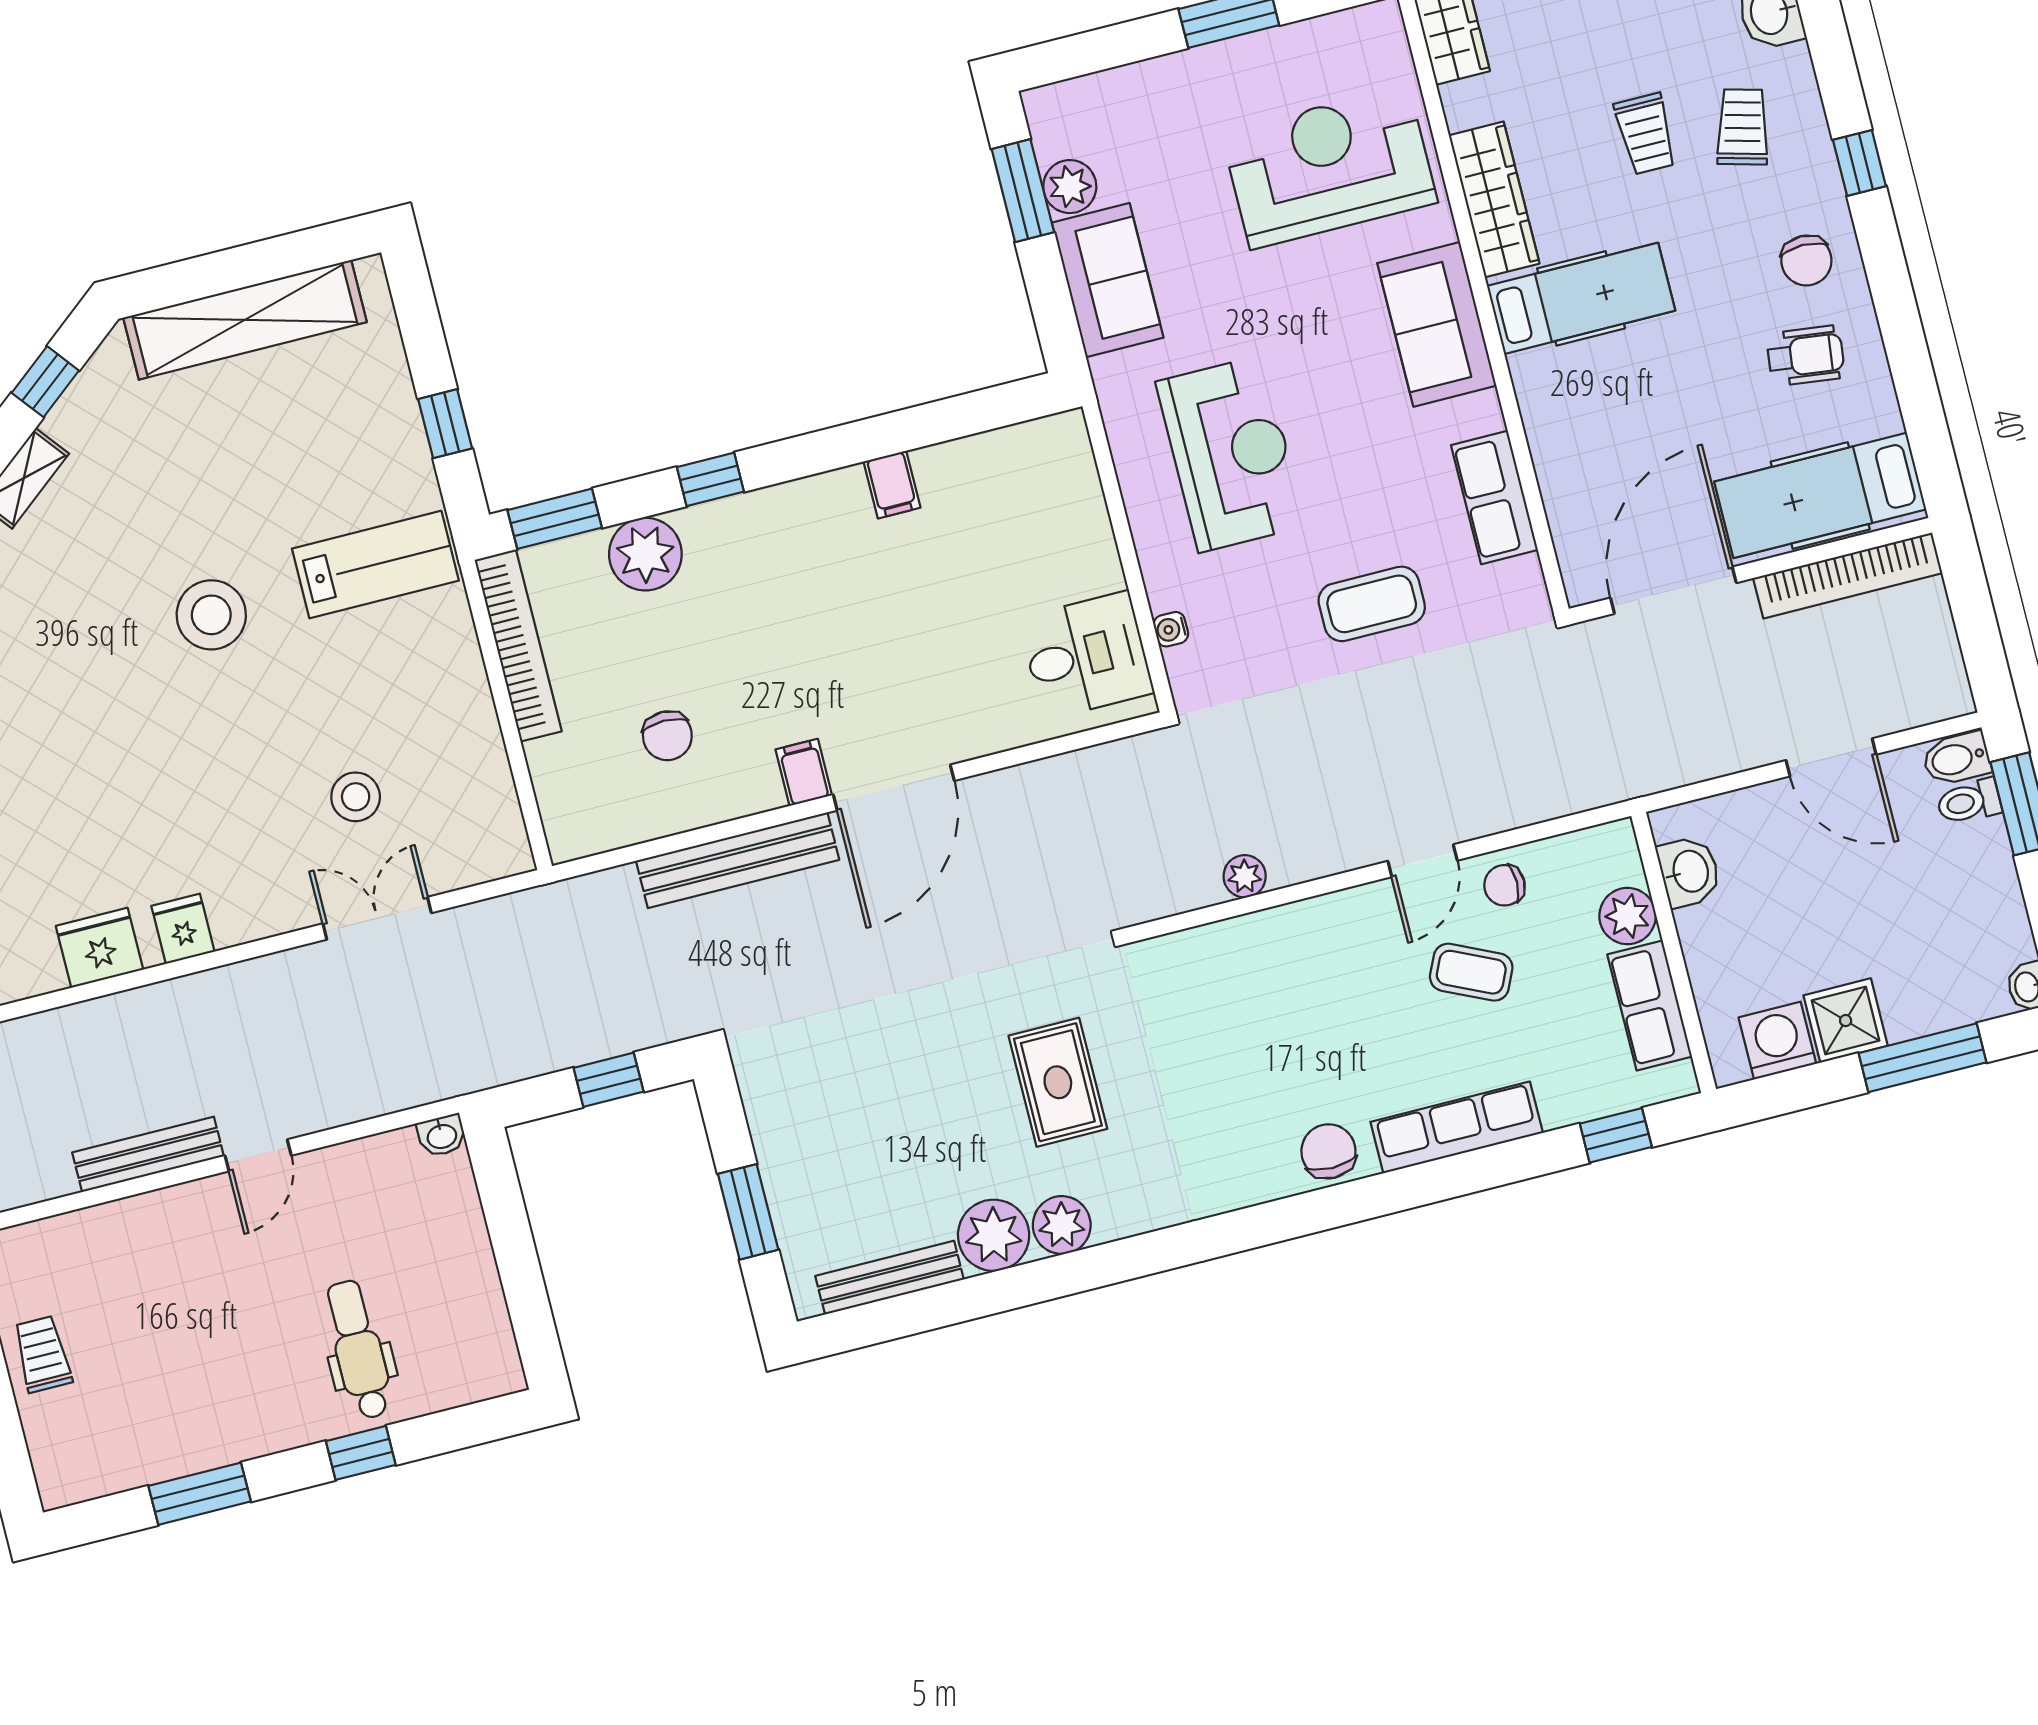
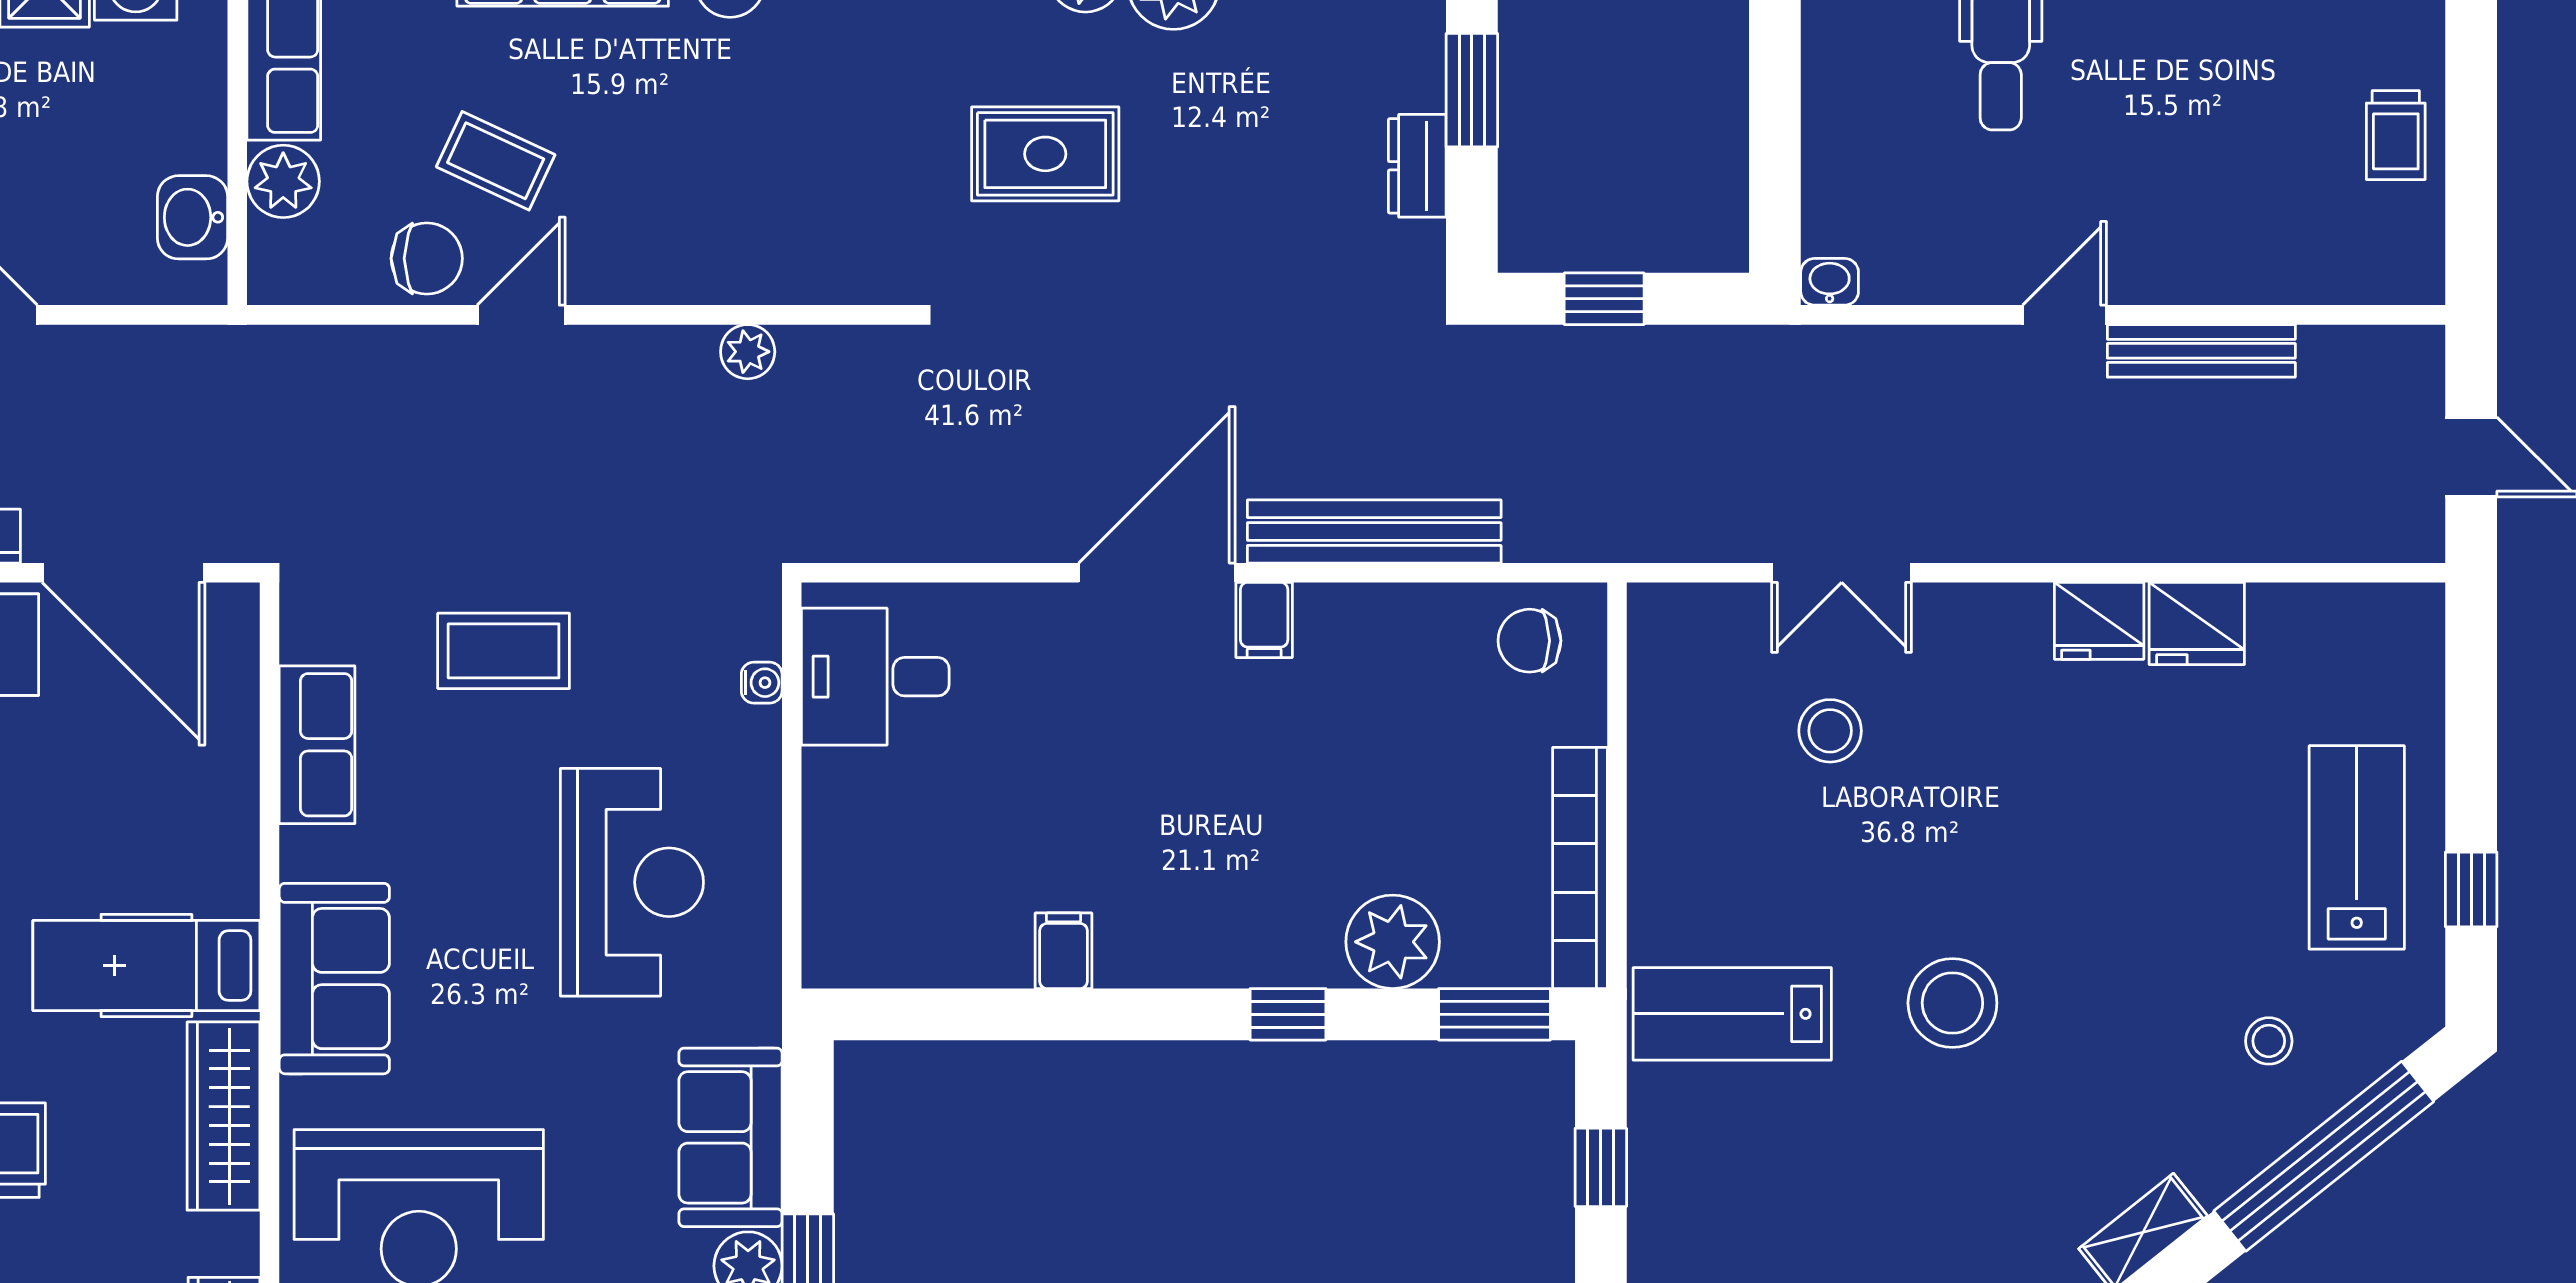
reception desk: (1231, 454) -> (632, 882), turned 180
door: (1673, 590) -> (123, 573), hinge flipped
chair: (667, 736) -> (1529, 641), moved, turned -90
chair: (1504, 885) -> (427, 258), width x1.37, depth x1.37
fridge: (183, 929) -> (2099, 621), width x1.38
rug: (1058, 1082) -> (1045, 154), turned 90
dresser: (775, 1144) -> (1417, 166), added

